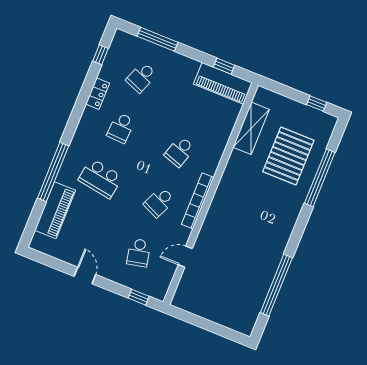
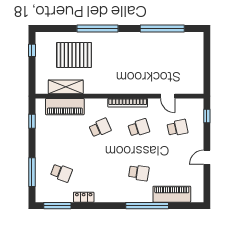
window: (100, 55) -> (57, 206), width x2.17
piano: (223, 83) -> (65, 107), moved, turned 90
school desk: (121, 128) -> (100, 173), removed
school desk: (180, 152) -> (100, 128), turned -42
school desk: (100, 178) -> (139, 173), width x0.54
window: (320, 178) -> (98, 29), moved
school desk: (159, 202) -> (139, 128), turned -42

